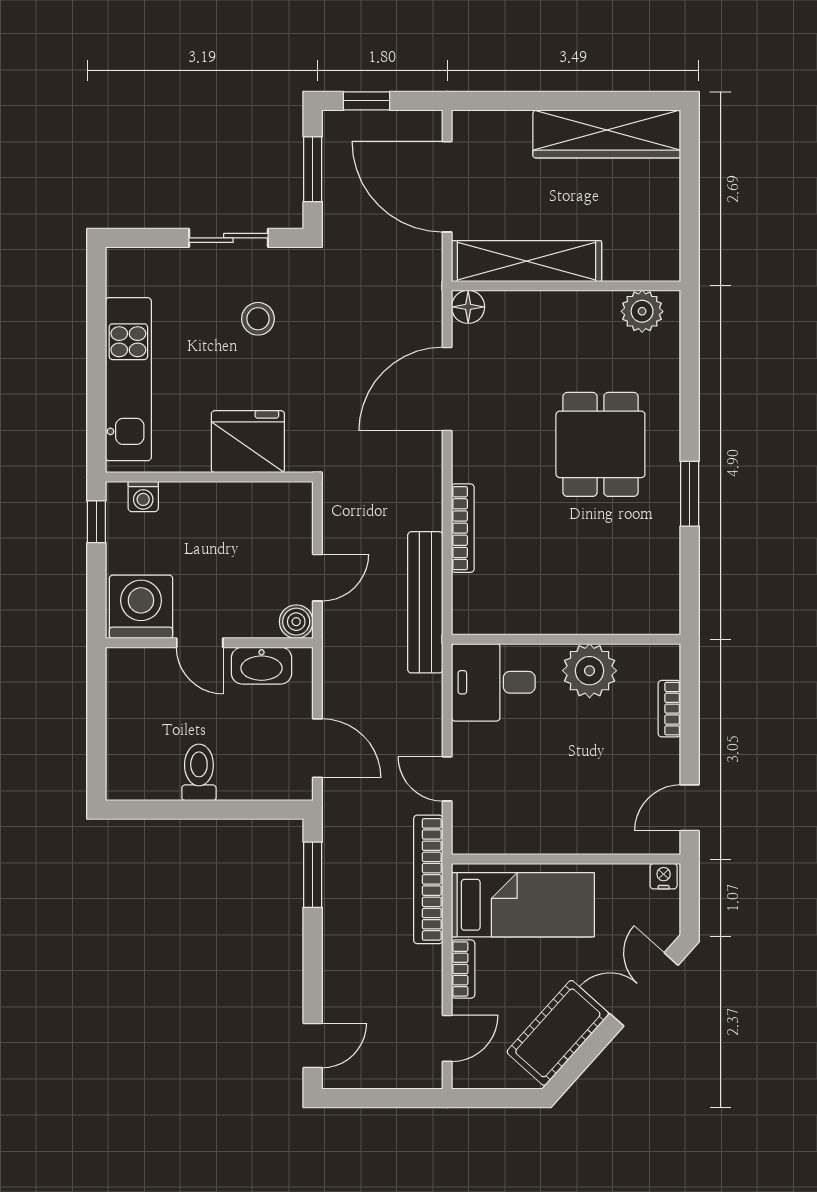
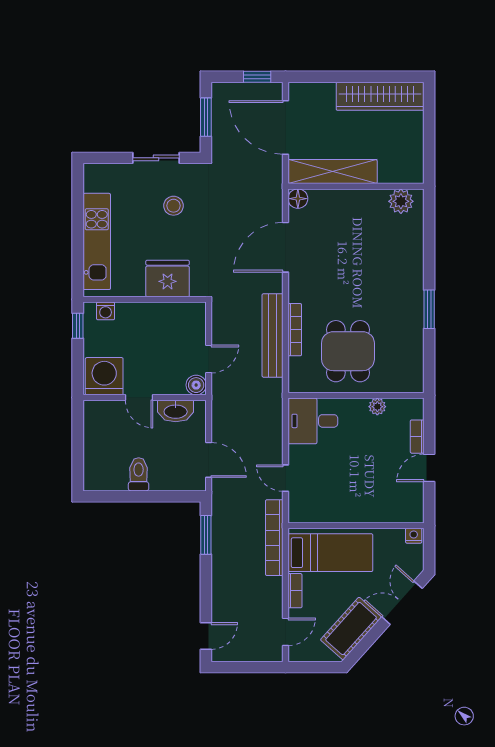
window: (367, 101) -> (257, 77), moved
dining table: (600, 444) -> (348, 351), moved
bench: (425, 602) -> (273, 335), moved
plant: (590, 671) -> (377, 407), width x0.53, depth x0.53
door: (690, 808) -> (429, 468), moved

